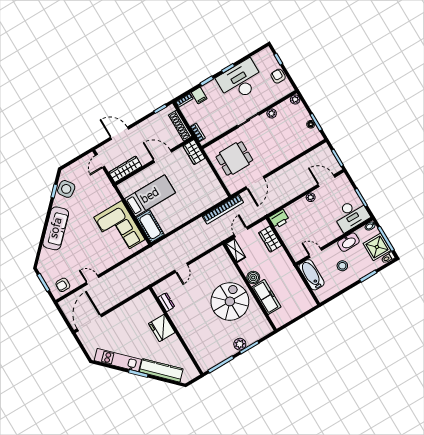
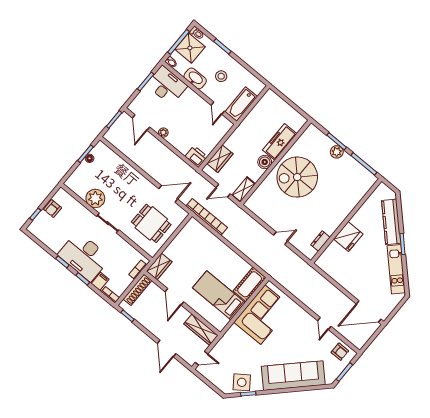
desk: (240, 81) -> (84, 256), moved
plant: (295, 99) -> (70, 183), removed
plant: (272, 113) -> (95, 198), width x1.88, depth x1.88
sofa: (56, 228) -> (293, 376), width x1.36, depth x1.27

